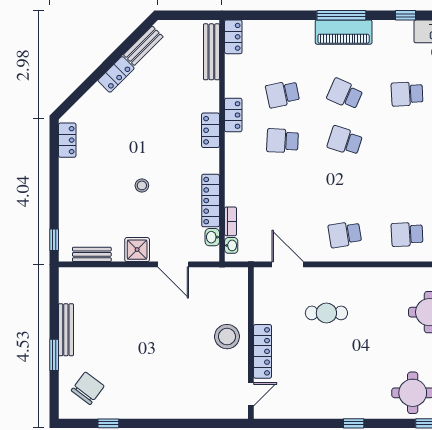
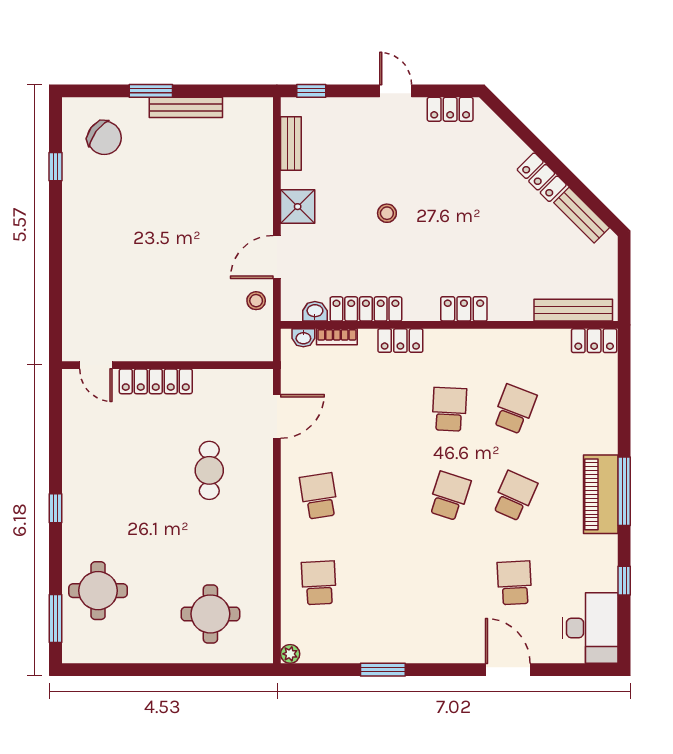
school desk: (283, 94) -> (514, 409), turned 33
locker: (233, 115) -> (400, 341), moved
door: (54, 179) -> (396, 91), added
stool: (227, 337) -> (256, 301), moved, width x0.53, depth x0.53

